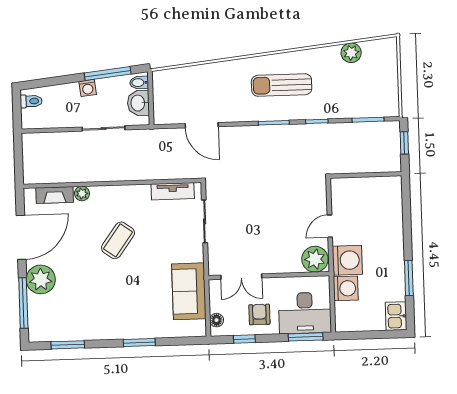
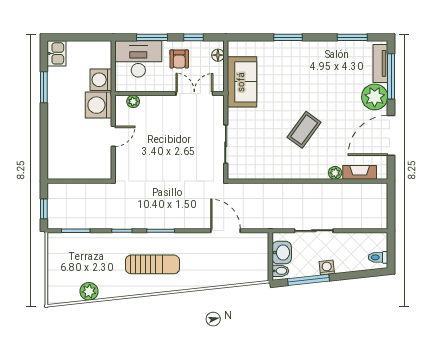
tv unit: (173, 191) -> (380, 63), moved, turned -90
plant: (315, 259) -> (133, 101), width x0.53, depth x0.53
window: (306, 337) -> (152, 37), moved

